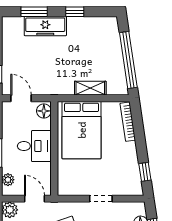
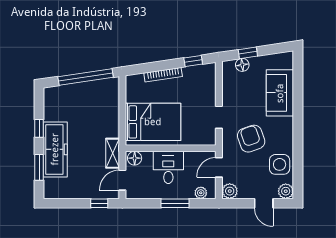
freezer: (45, 26) -> (55, 149), width x1.36, depth x1.26
shelving: (90, 88) -> (113, 153), moved
bookcase: (128, 122) -> (163, 75), moved
doorway: (101, 199) -> (219, 117), moved

